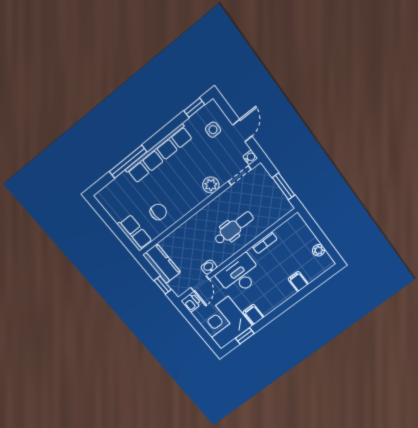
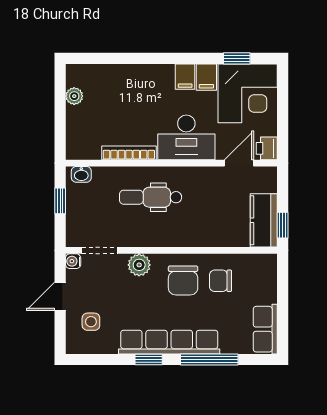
window: (194, 108) -> (149, 360), moved
window: (284, 186) -> (60, 201), width x0.67
chair: (179, 196) -> (183, 280), added
row of seats: (135, 233) -> (265, 329), moved
bookcase: (265, 243) -> (129, 153), width x1.56
washbasin: (209, 267) -> (81, 174), moved
filing cabinet: (298, 281) -> (185, 77), moved
window: (163, 285) -> (283, 225), moved

